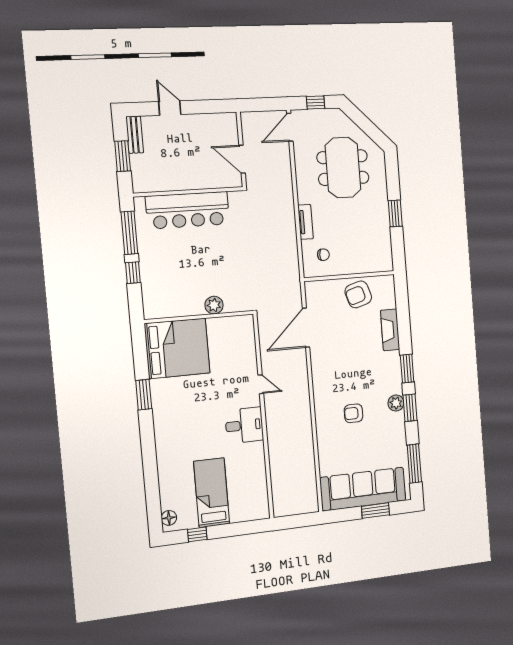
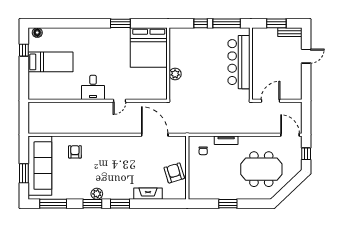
armchair: (354, 413) -> (75, 152), moved

